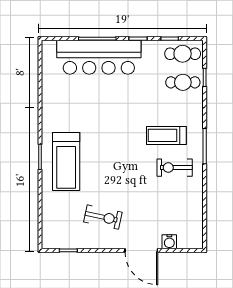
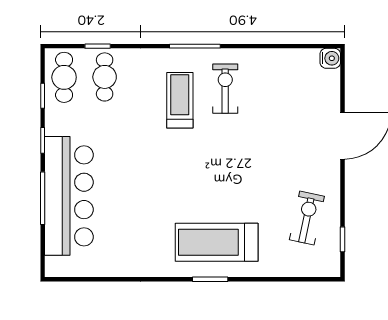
treadmill: (166, 135) -> (180, 100), turned 180
treadmill: (66, 161) -> (217, 242), turned 180
exercise bike: (175, 168) -> (225, 89), turned 180
exercise bike: (103, 217) -> (307, 218), moved
water cooler: (169, 242) -> (330, 58), moved

